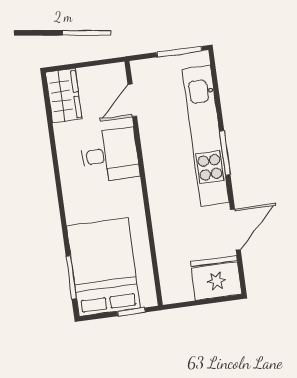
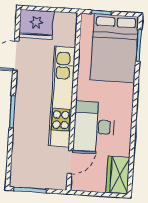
kitchen unit: (206, 136) -> (62, 97), moved, turned 180
desk: (110, 155) -> (94, 127), width x1.37

